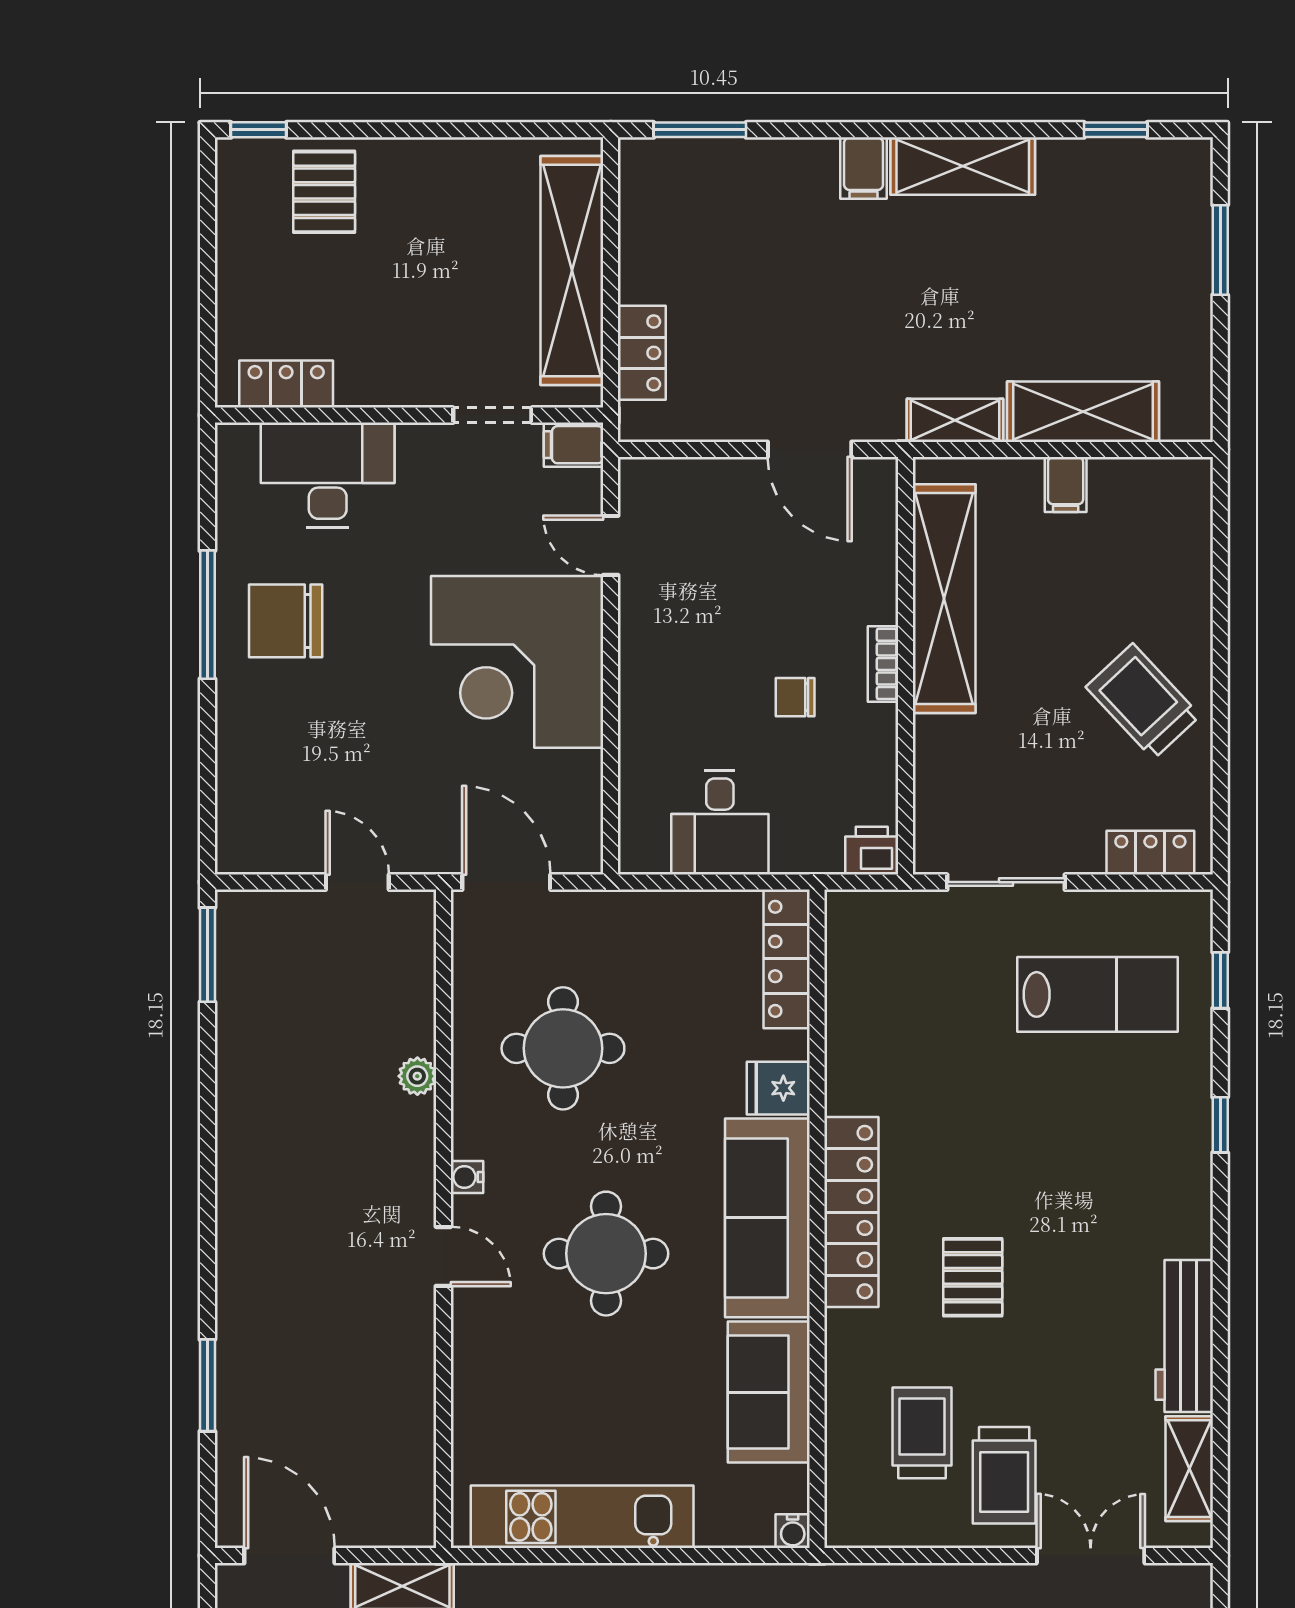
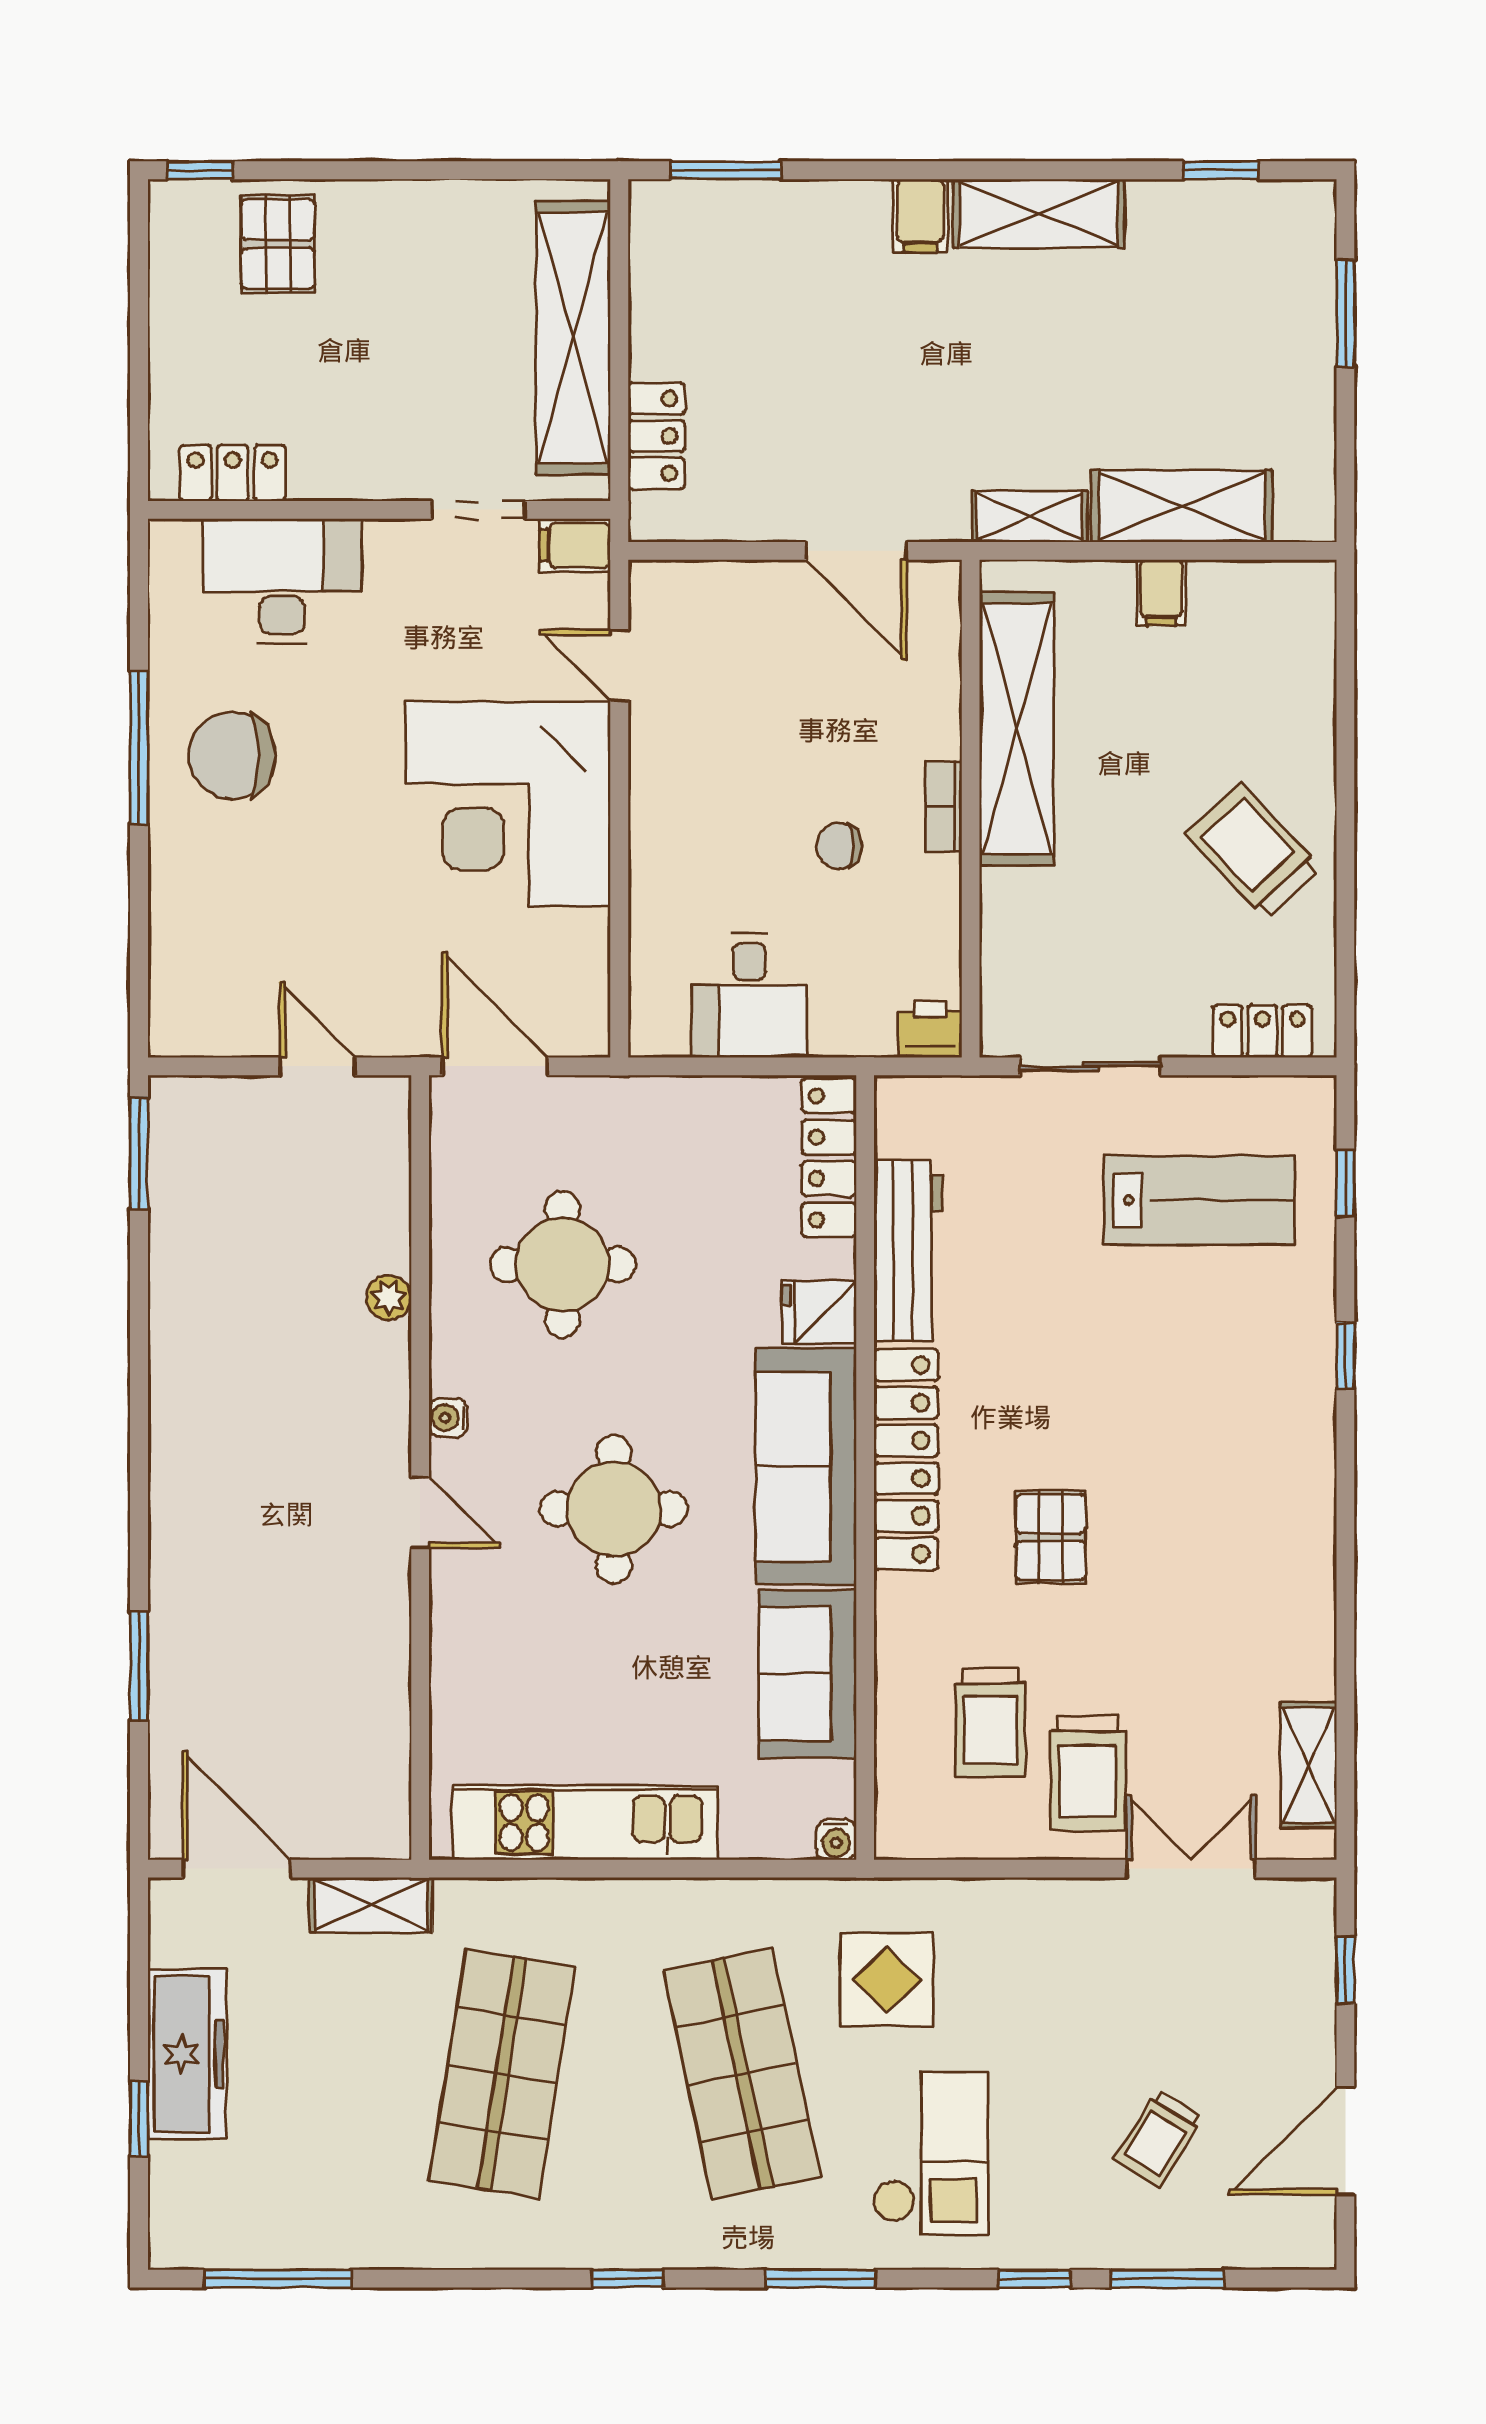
workbench: (1184, 1336) -> (908, 1251), moved, turned 180
trolley: (922, 1433) -> (990, 1723), turned 180

